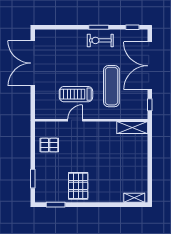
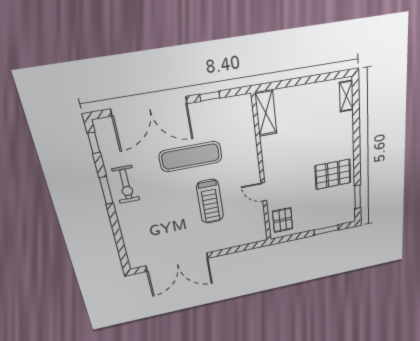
door: (75, 120) -> (264, 192), moved
wall: (91, 120) -> (262, 171), moved
shelving: (132, 127) -> (266, 113), moved

